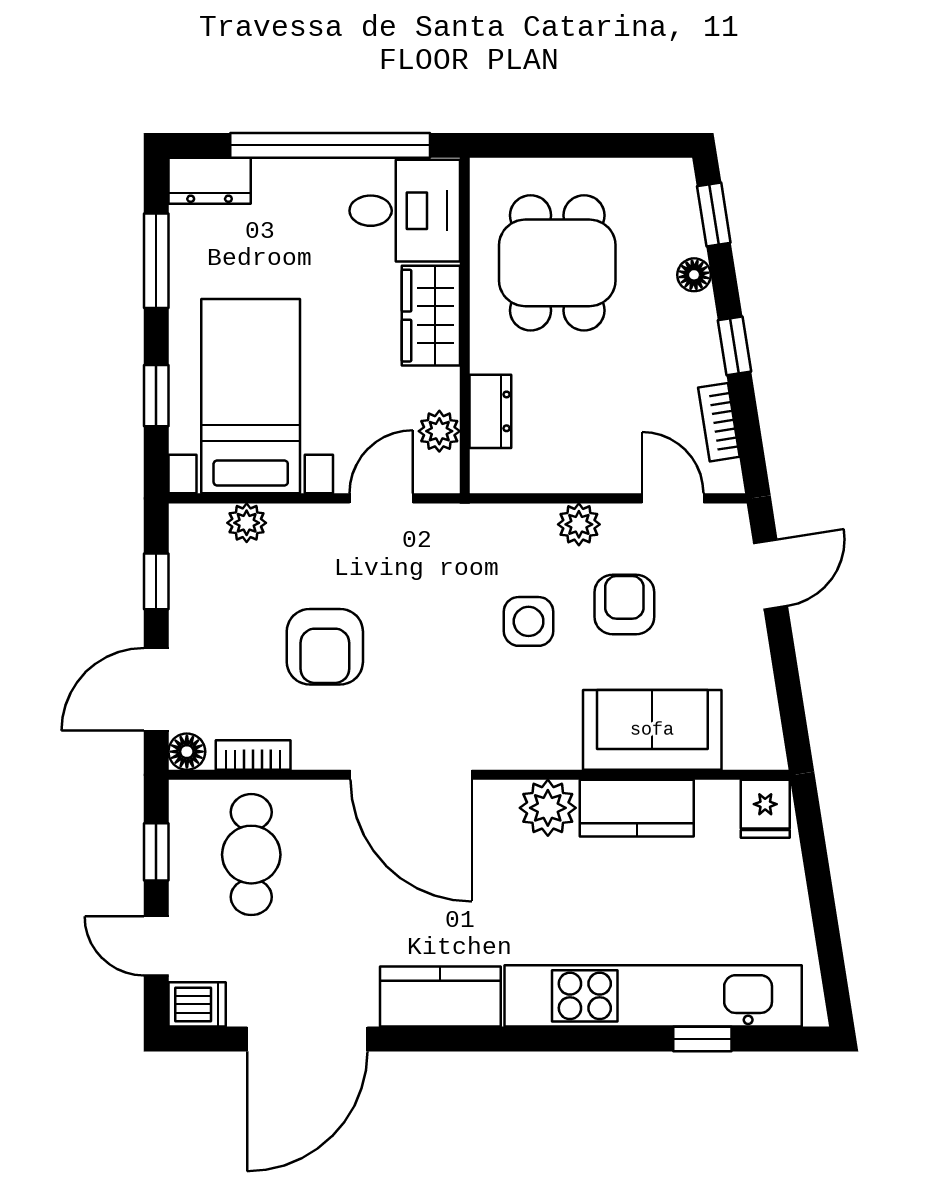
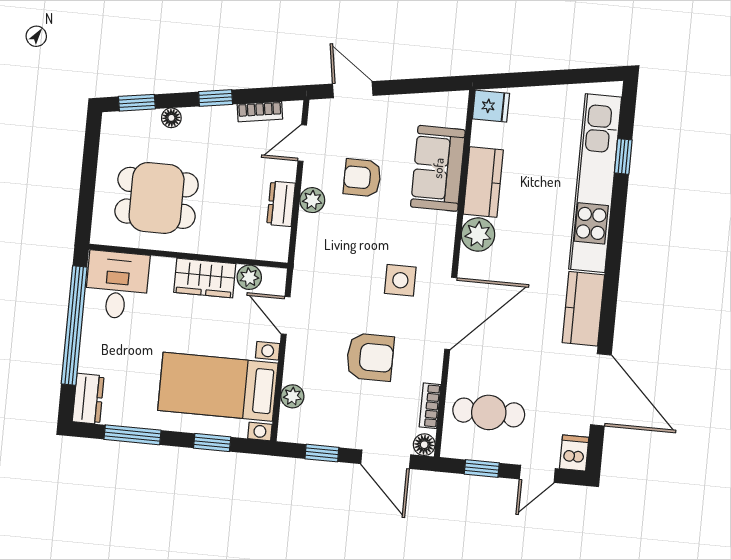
wardrobe: (431, 316) -> (205, 278), moved
dresser: (490, 411) -> (281, 204), moved, turned -90
side table: (529, 621) -> (400, 280), moved

